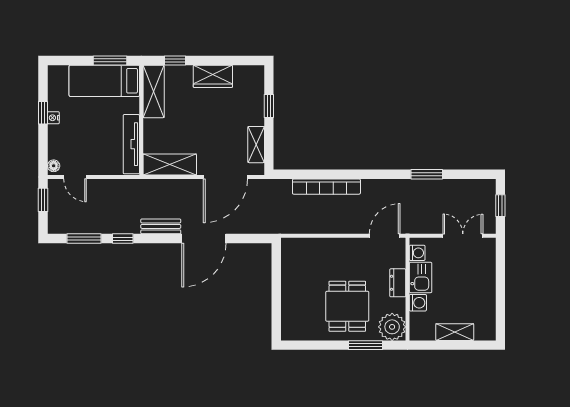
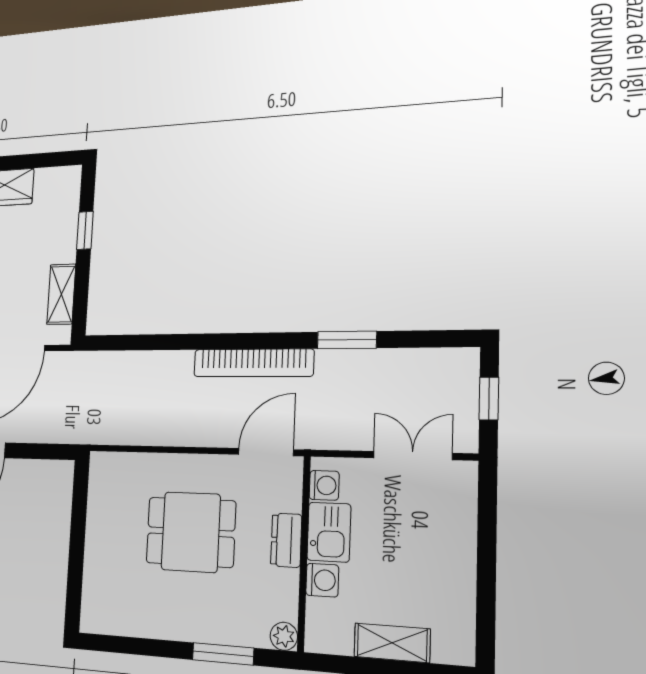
bookcase: (326, 187) -> (253, 363), moved
dining table: (347, 306) -> (191, 532), moved, turned 90
plant: (392, 327) -> (284, 636), width x0.53, depth x0.53

